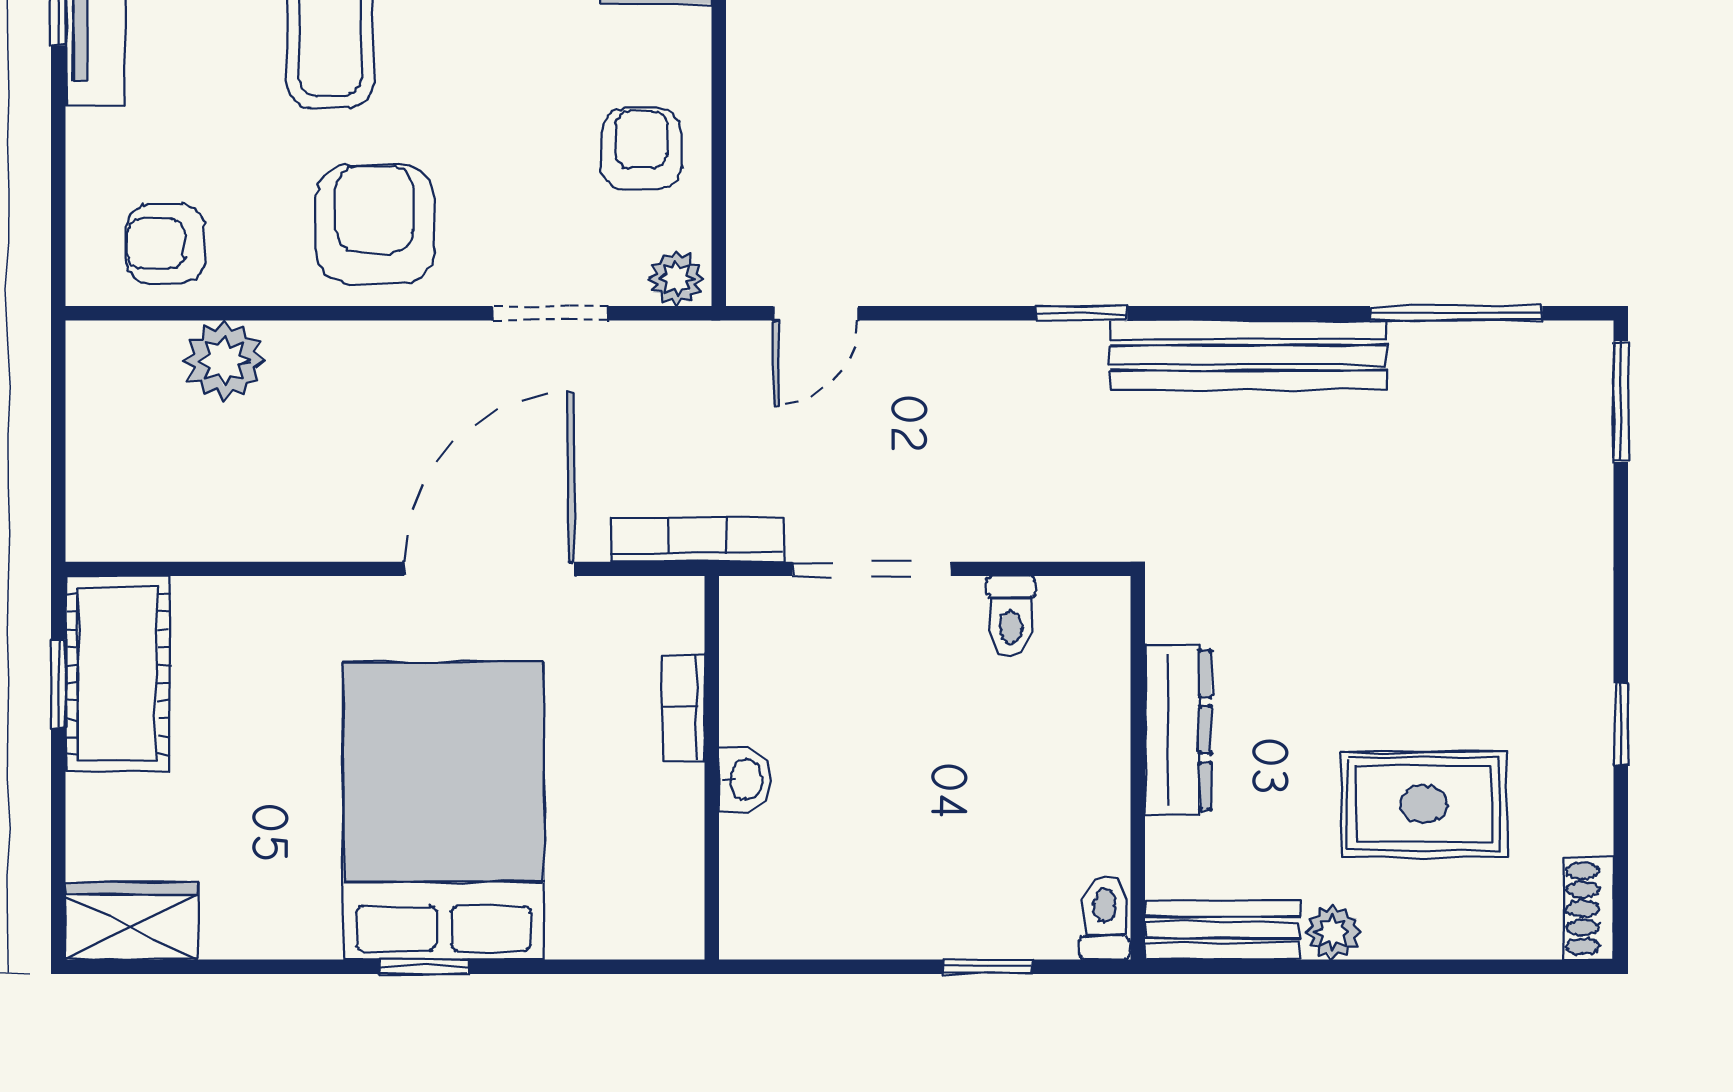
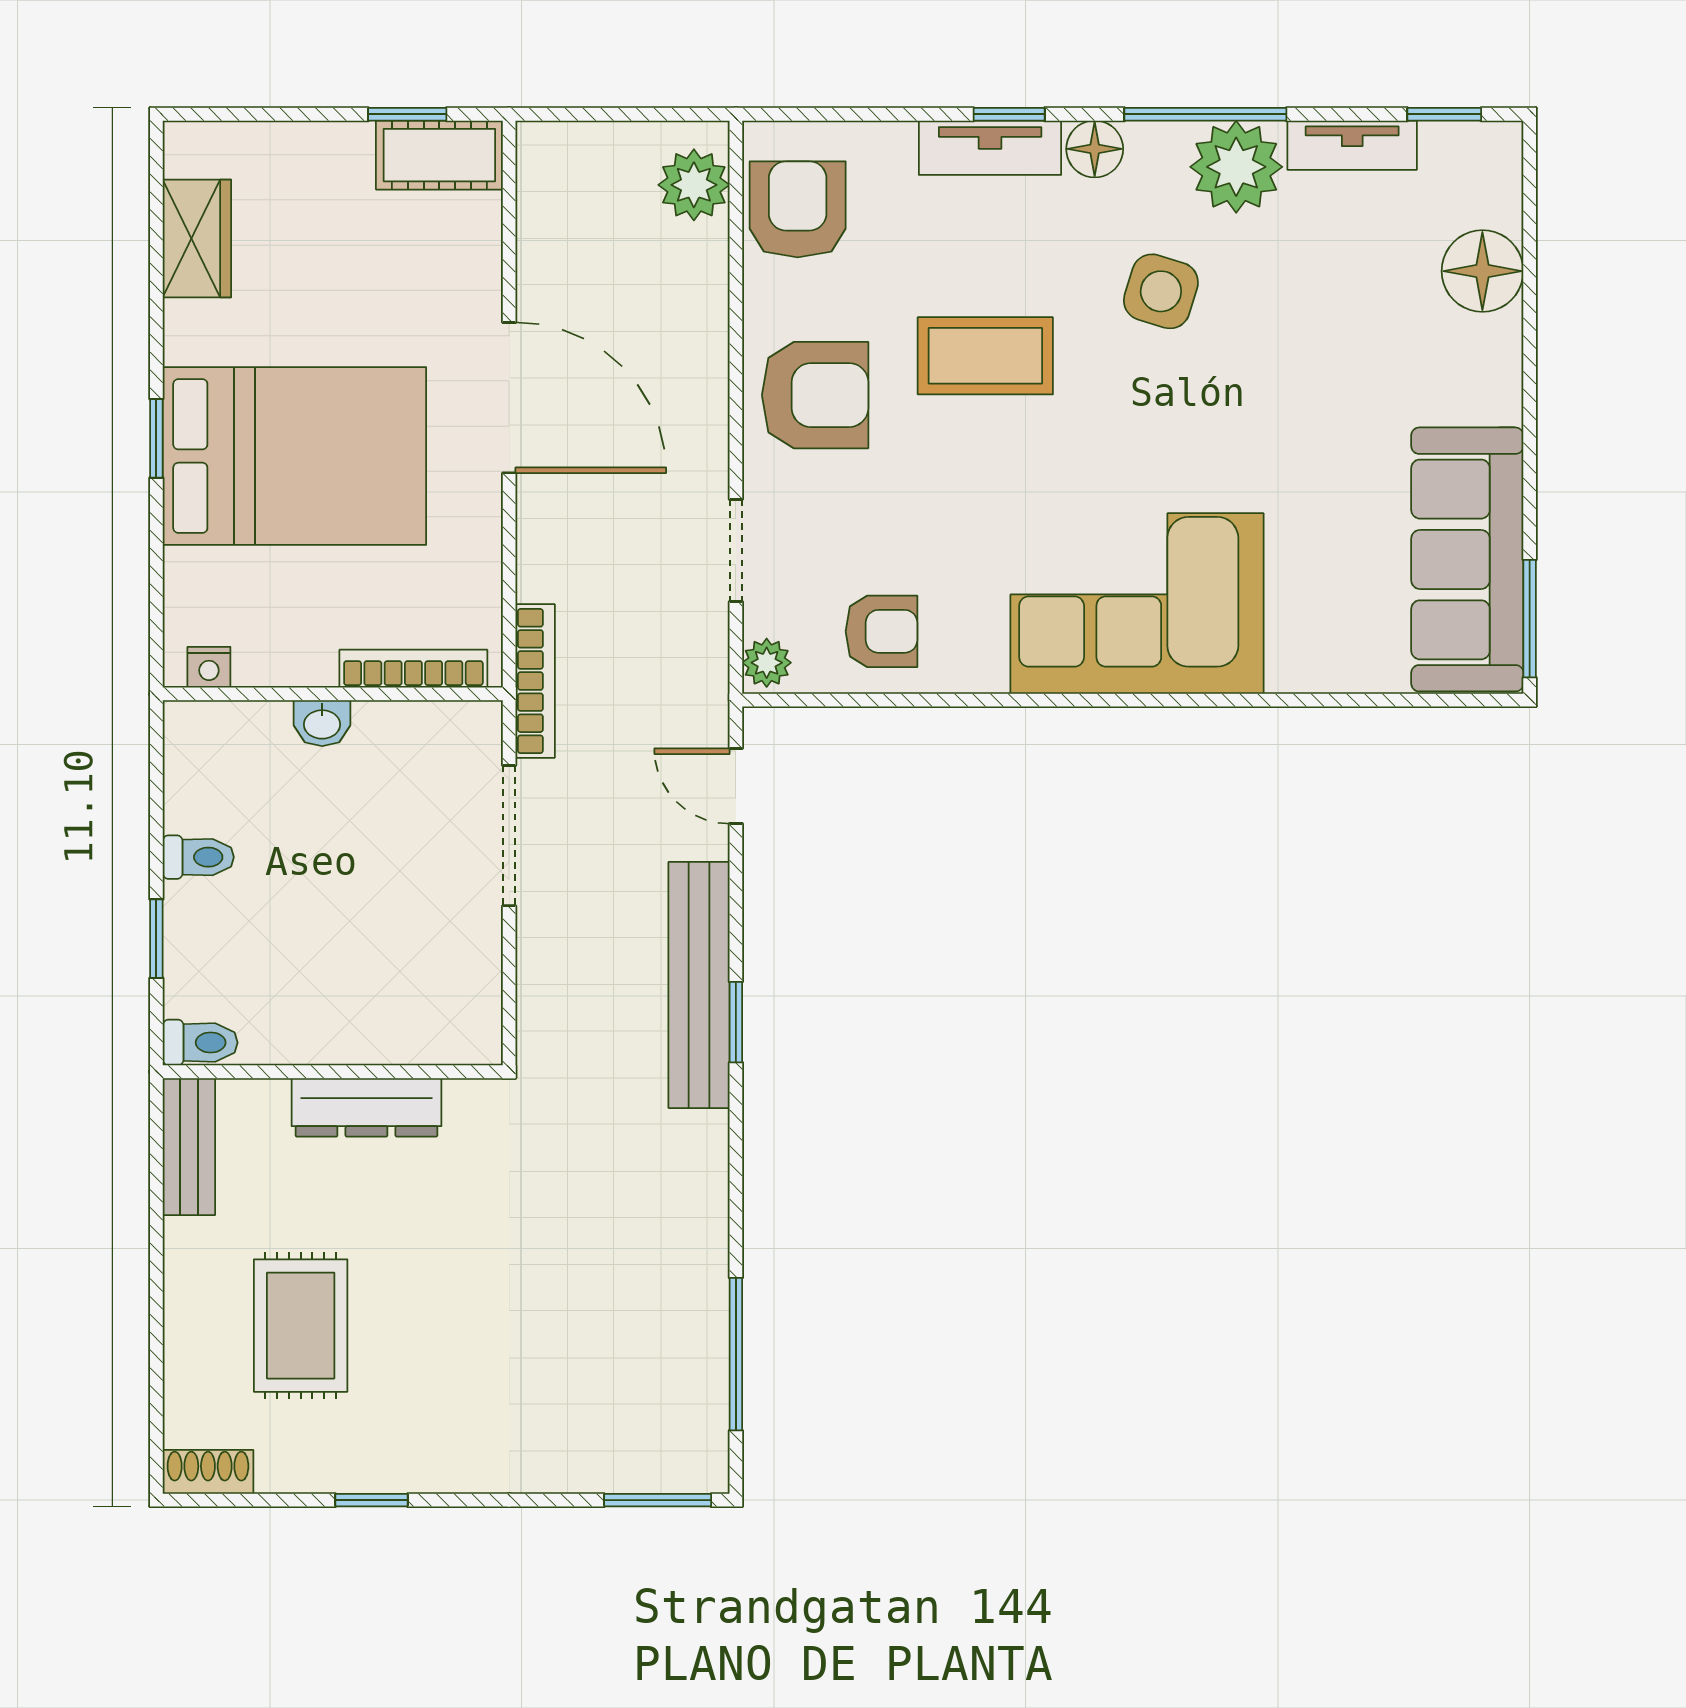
armchair: (165, 244) -> (798, 209), width x1.38, depth x1.38
bench: (1248, 355) -> (699, 985), moved
plant: (224, 361) -> (694, 185), moved
door: (489, 569) -> (509, 398), moved
toilet: (1011, 616) -> (198, 857), moved, turned 180
cot: (117, 674) -> (439, 155), width x0.73, depth x0.75
bookcase: (683, 707) -> (413, 669), width x1.56
nightstand: (682, 907) -> (209, 667), added
wardrobe: (132, 921) -> (197, 239), moved
plant: (1333, 932) -> (187, 1245), removed

